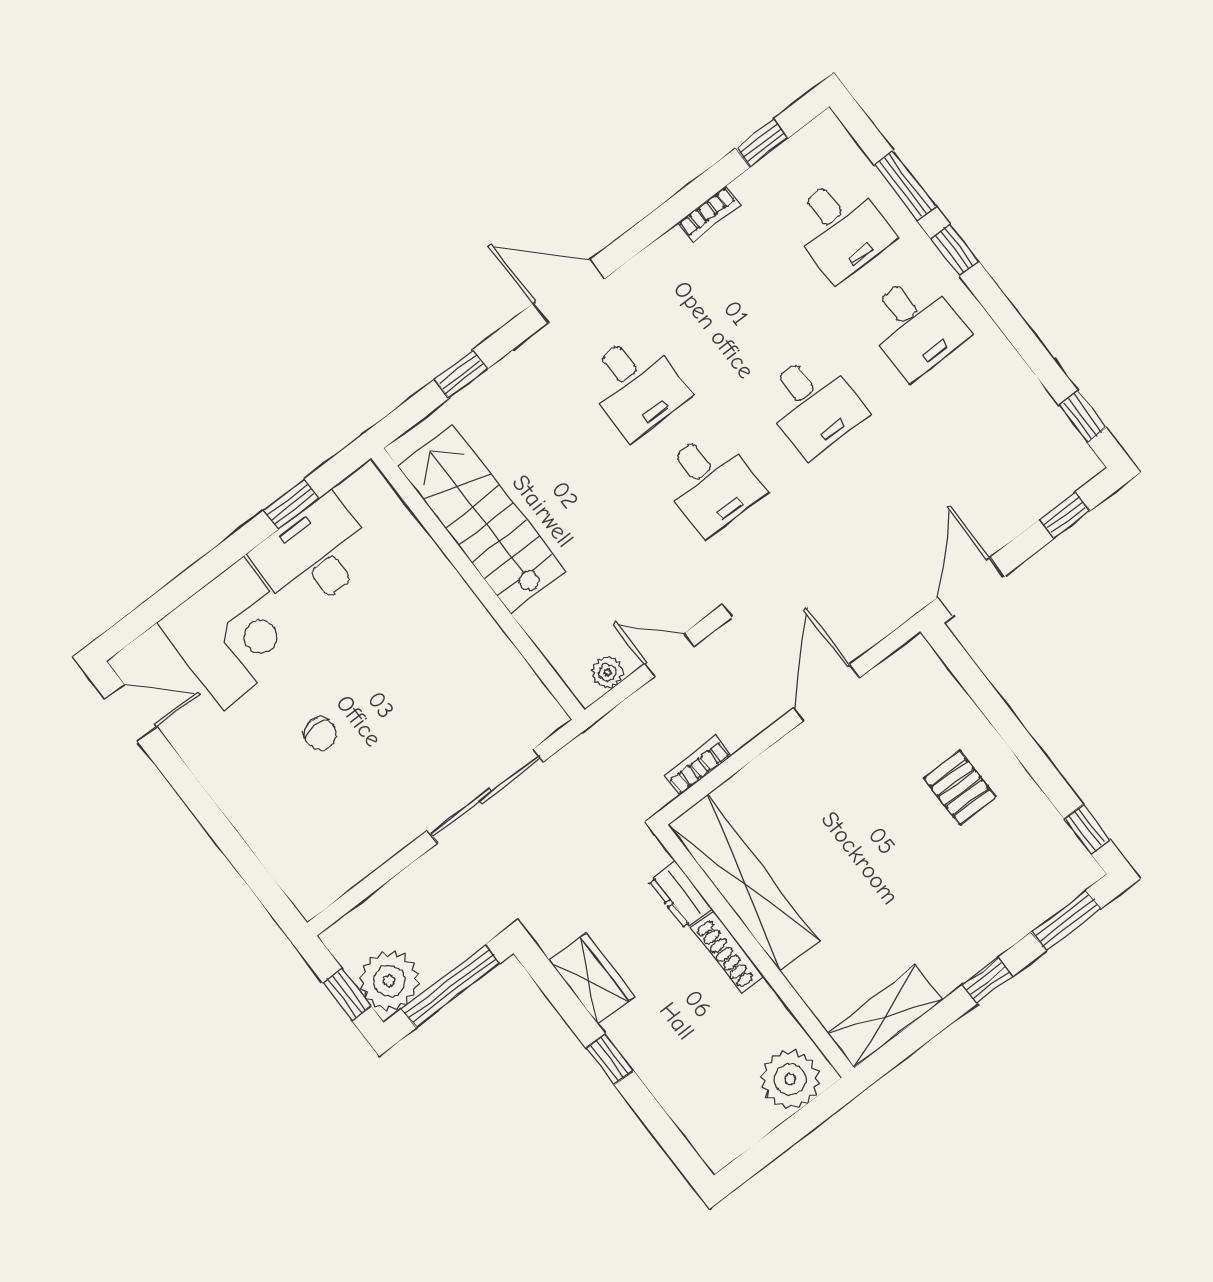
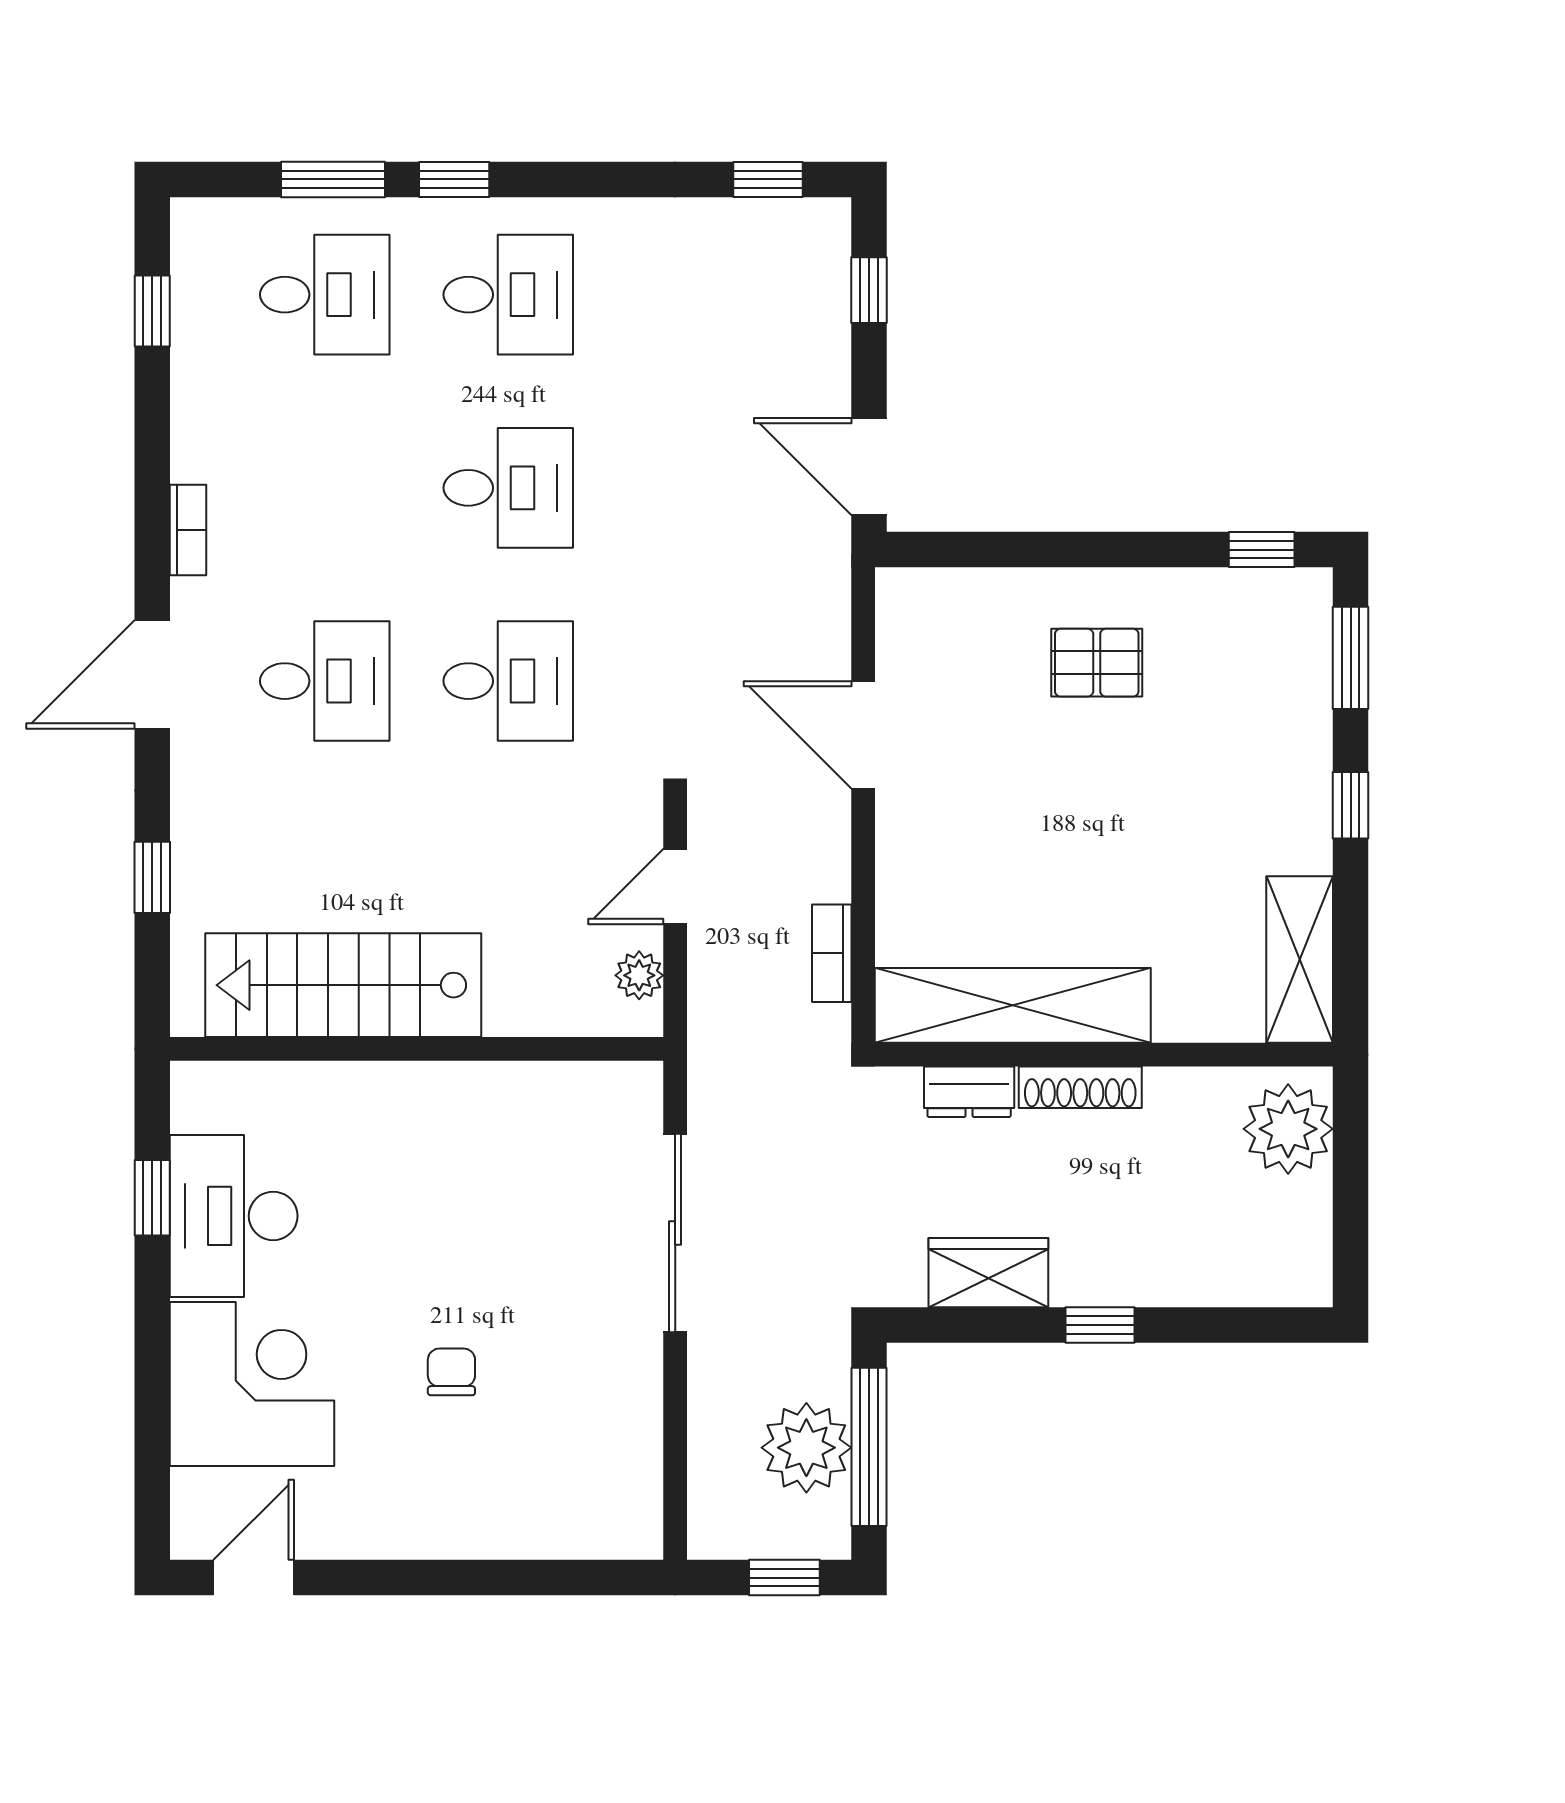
bookcase: (709, 214) -> (188, 530), moved
chair: (321, 734) -> (451, 1372), turned -90
plant: (389, 981) -> (806, 1448), moved

